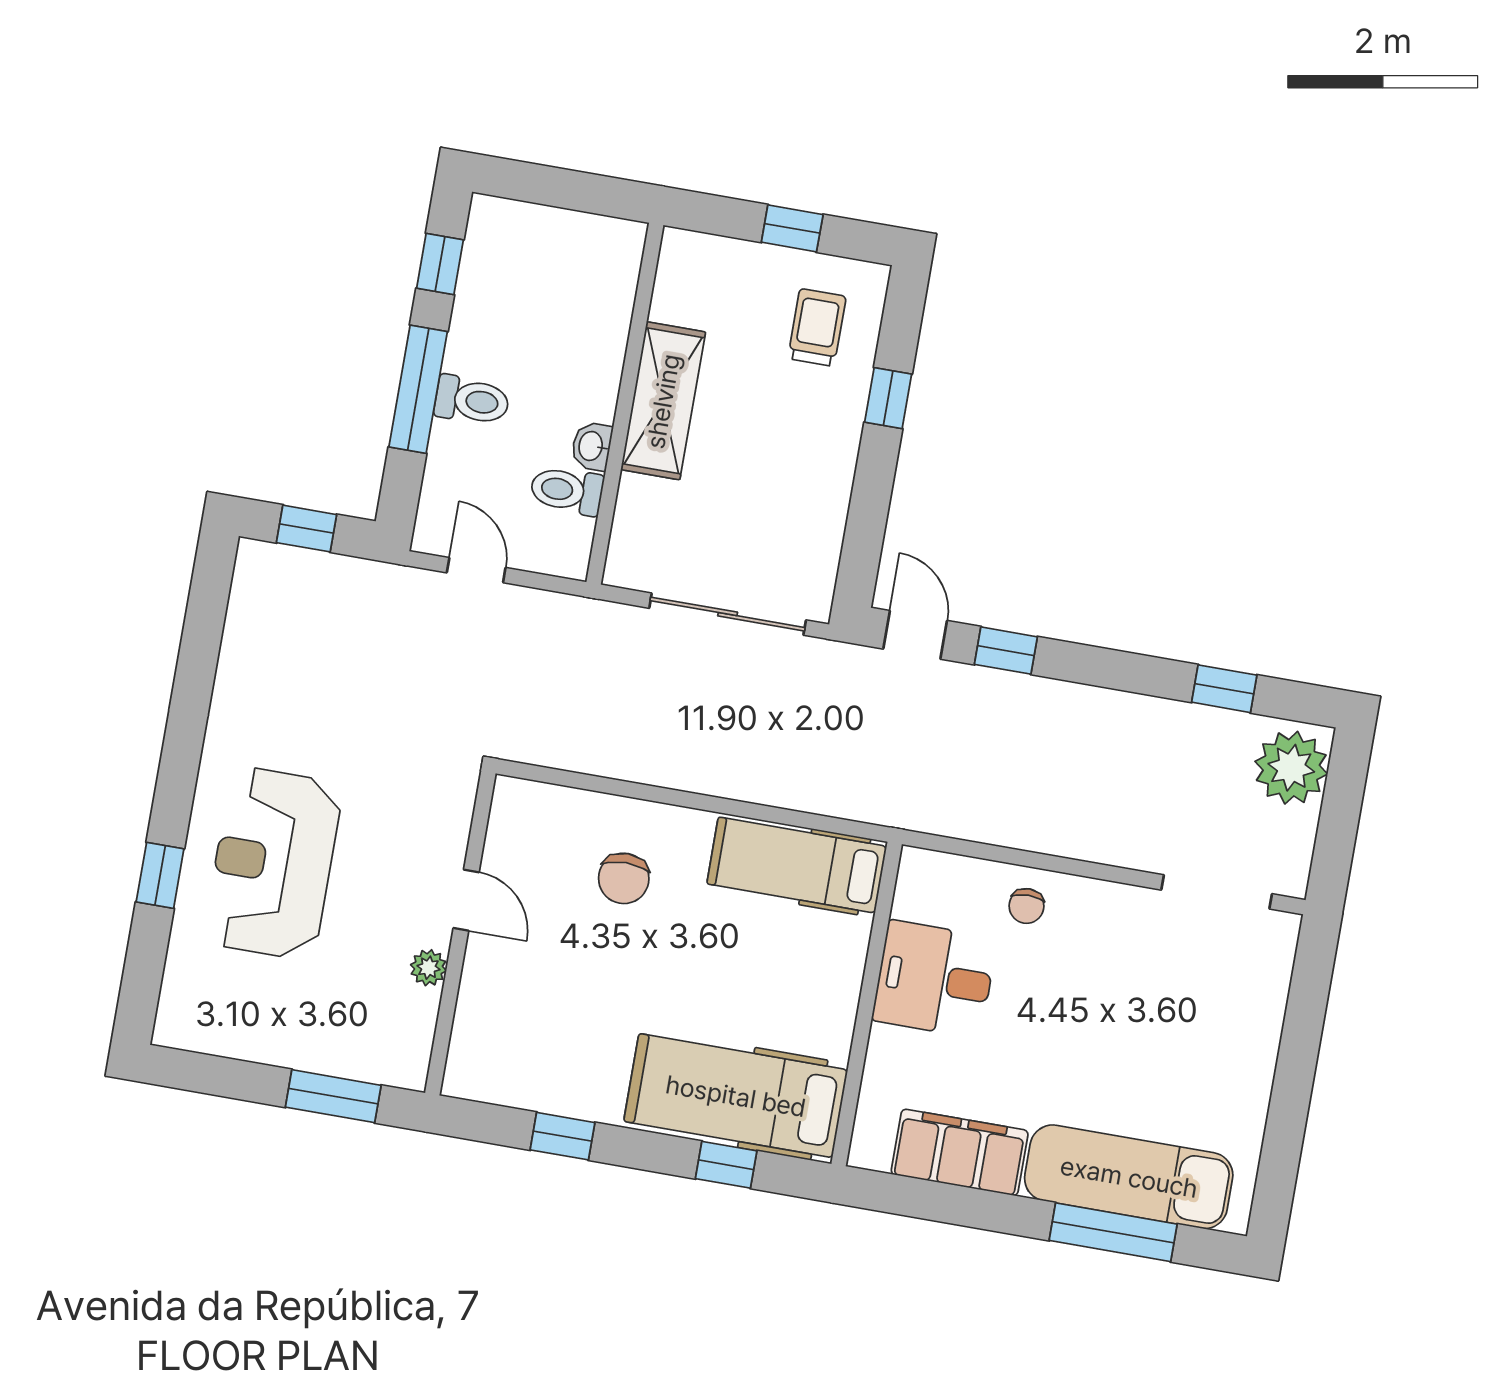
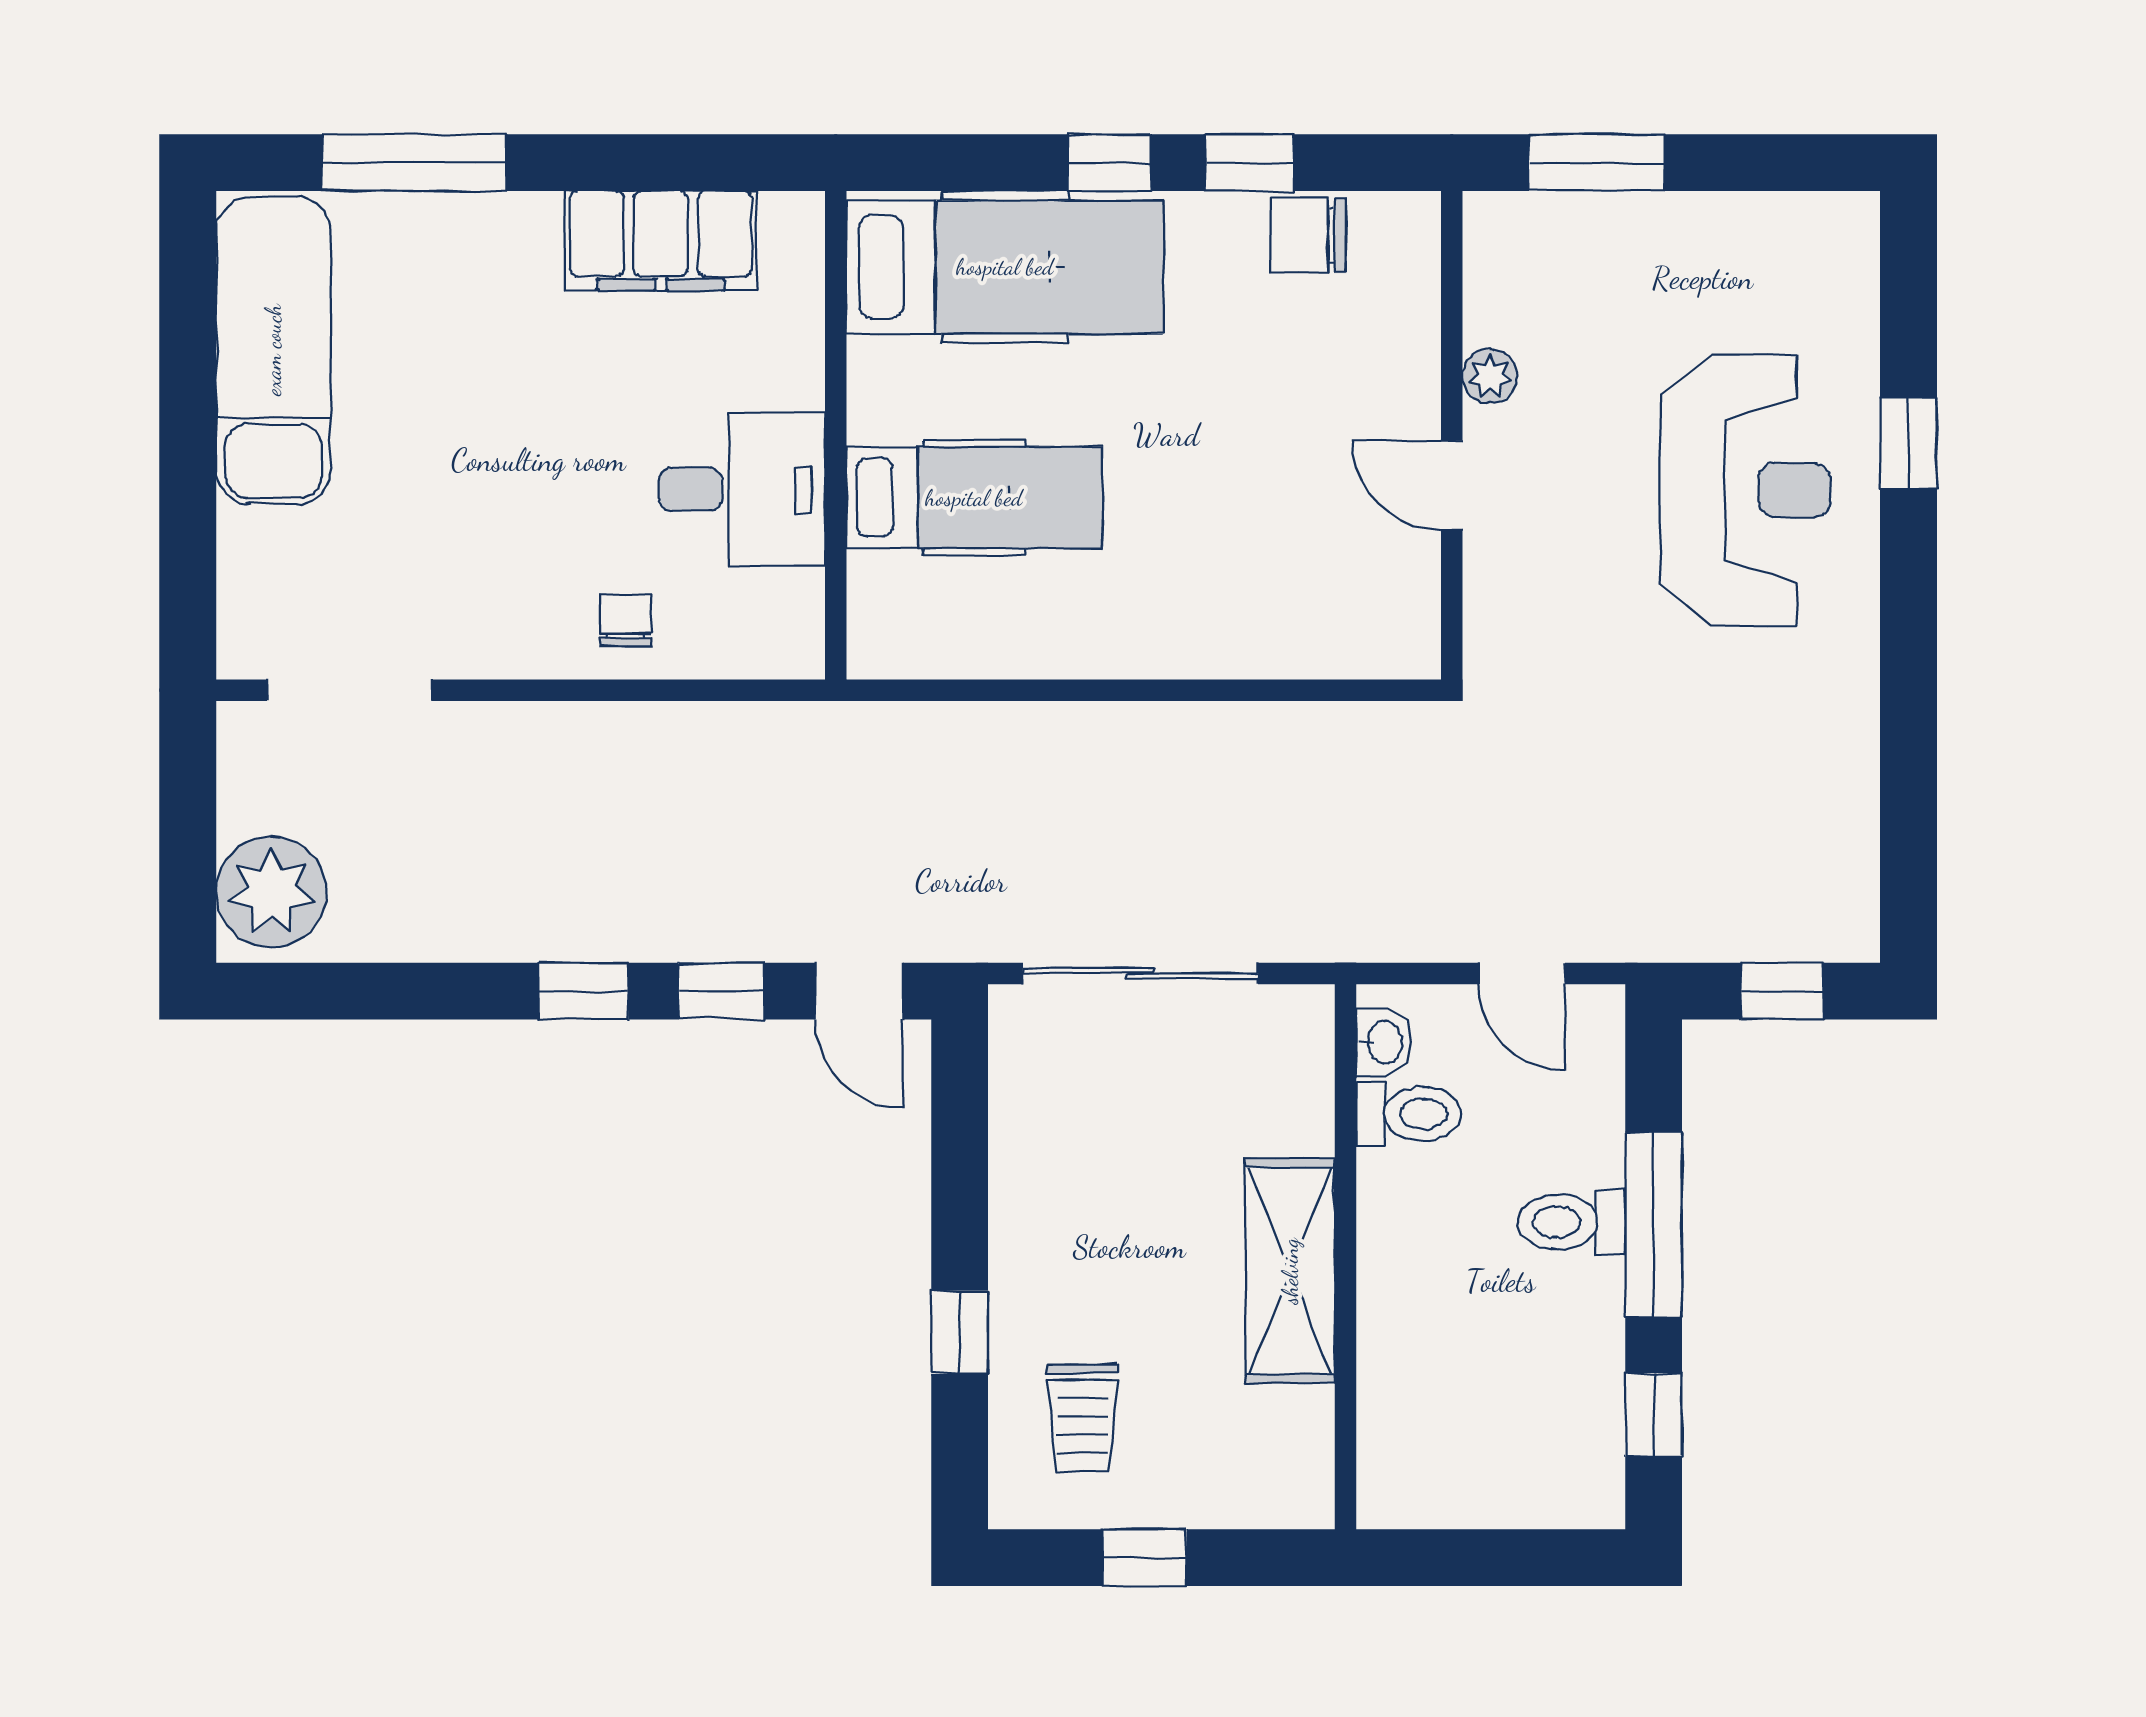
washbasin: (592, 446) -> (1384, 1042), moved
window: (1224, 689) -> (584, 991), moved
hospital bed: (797, 865) -> (974, 498), moved
chair: (624, 878) -> (1308, 235), moved, turned -90
window: (726, 1165) -> (1109, 163), moved
exam couch: (1129, 1177) -> (273, 350), moved, turned -90

